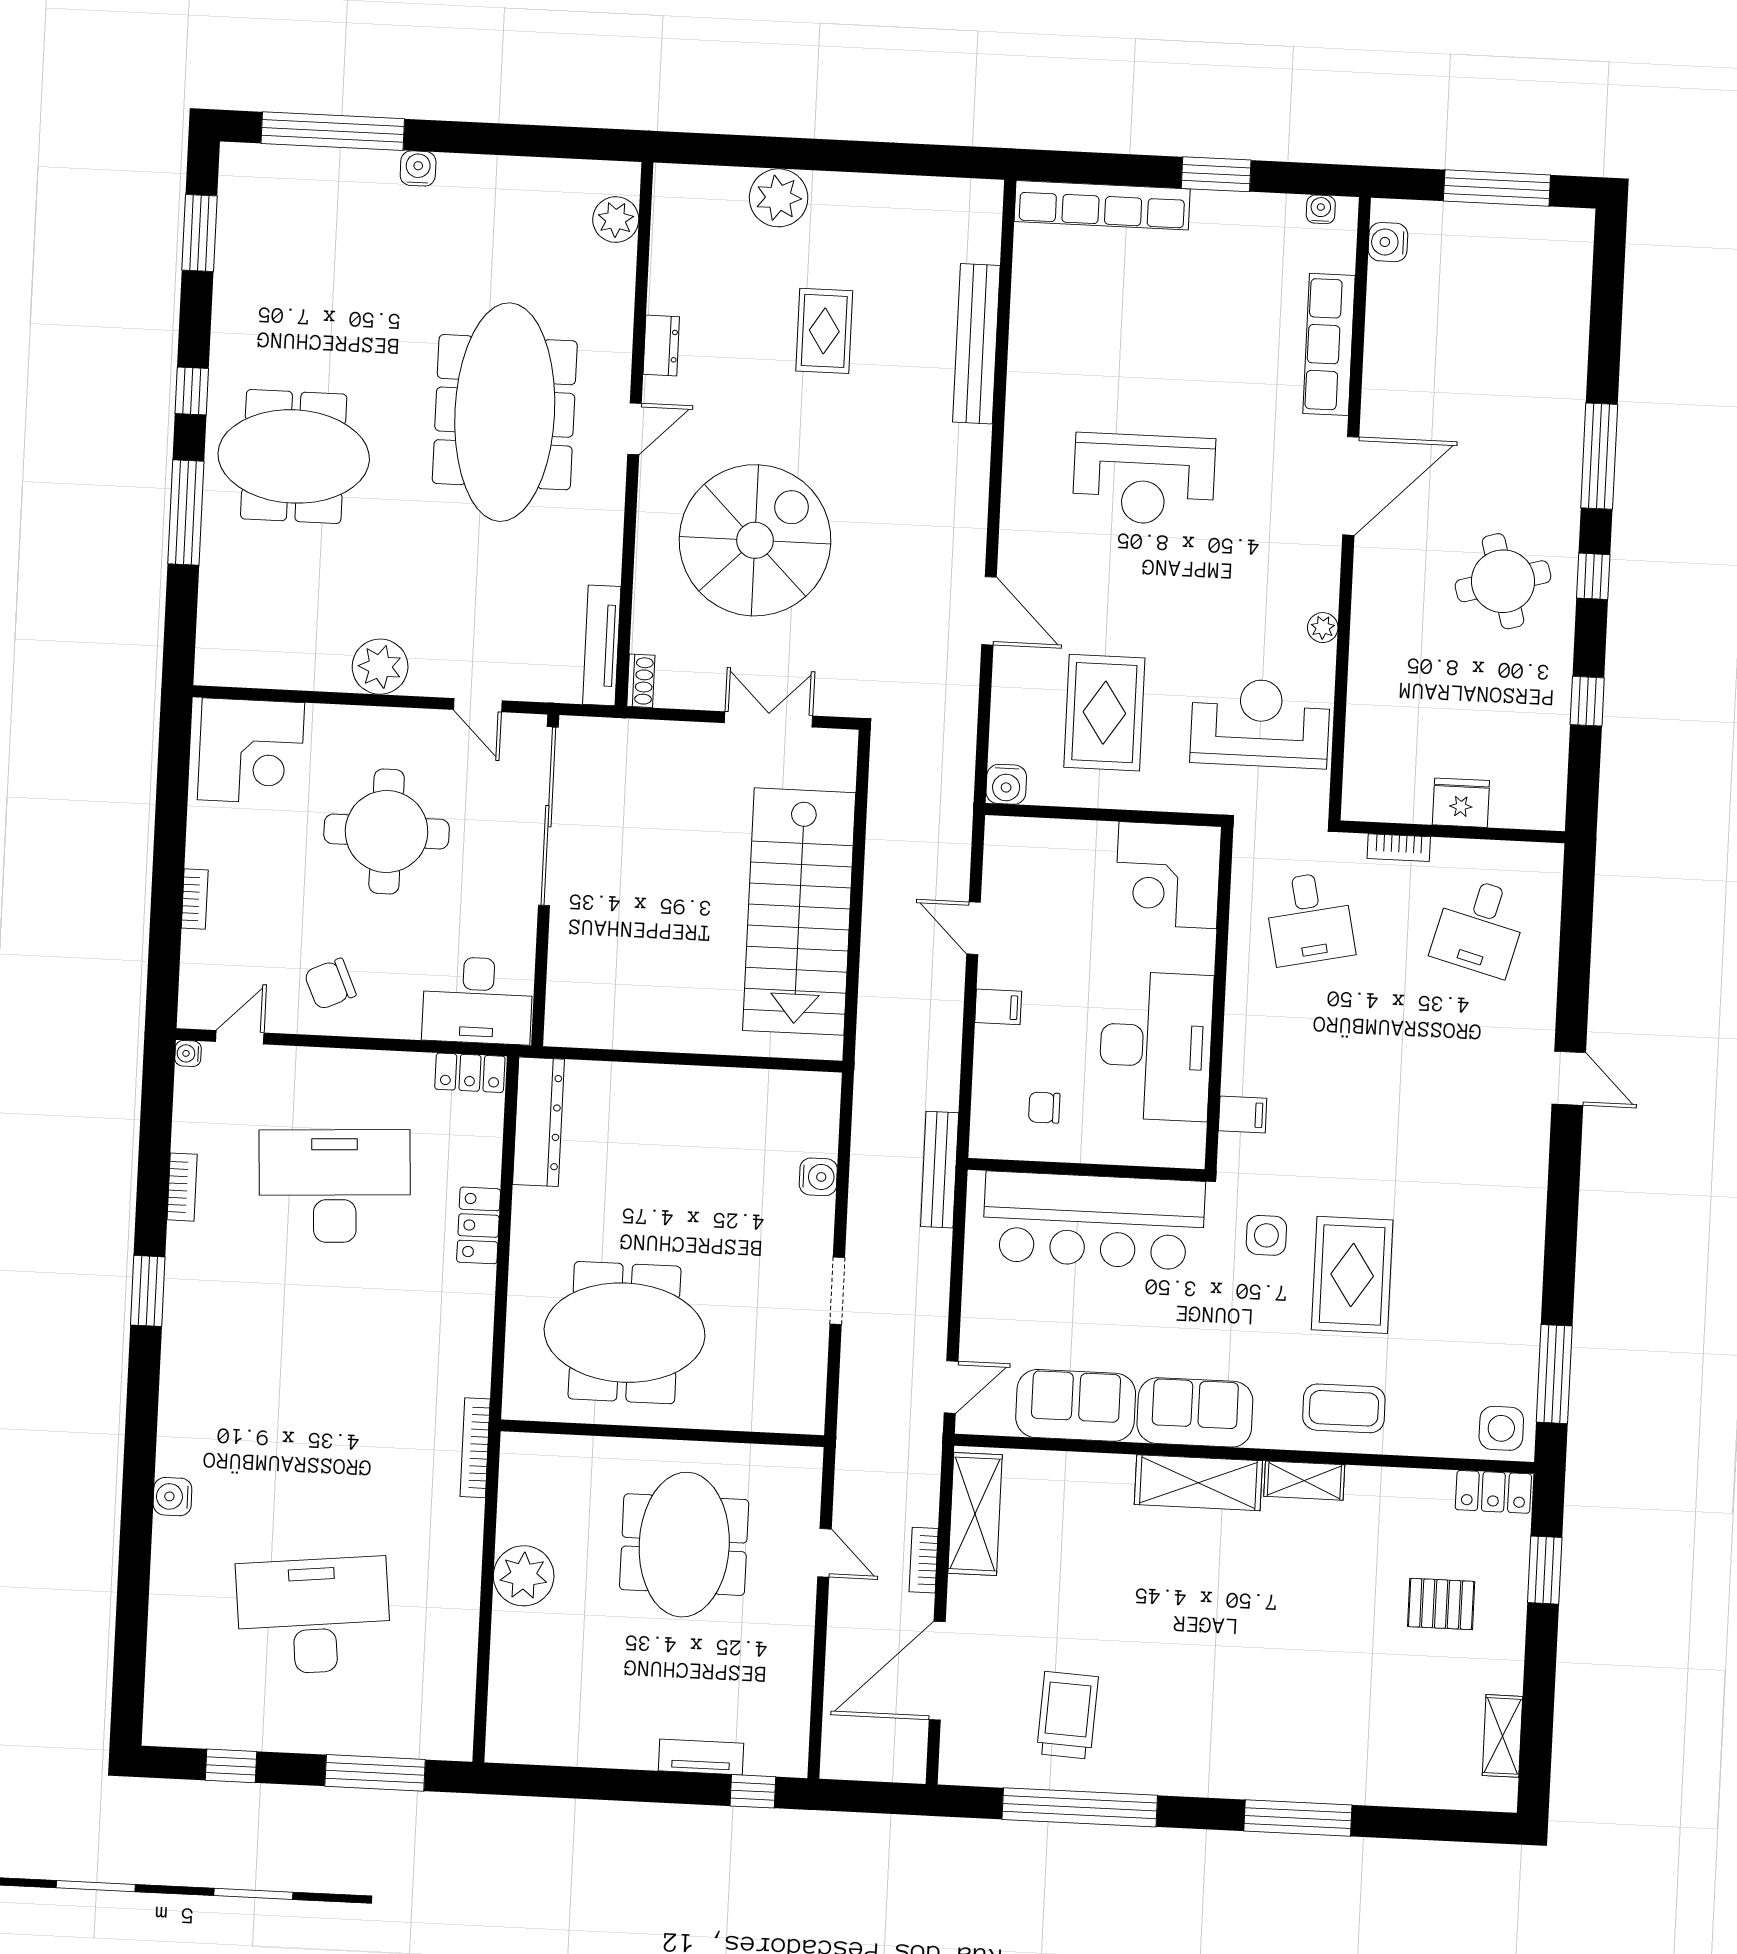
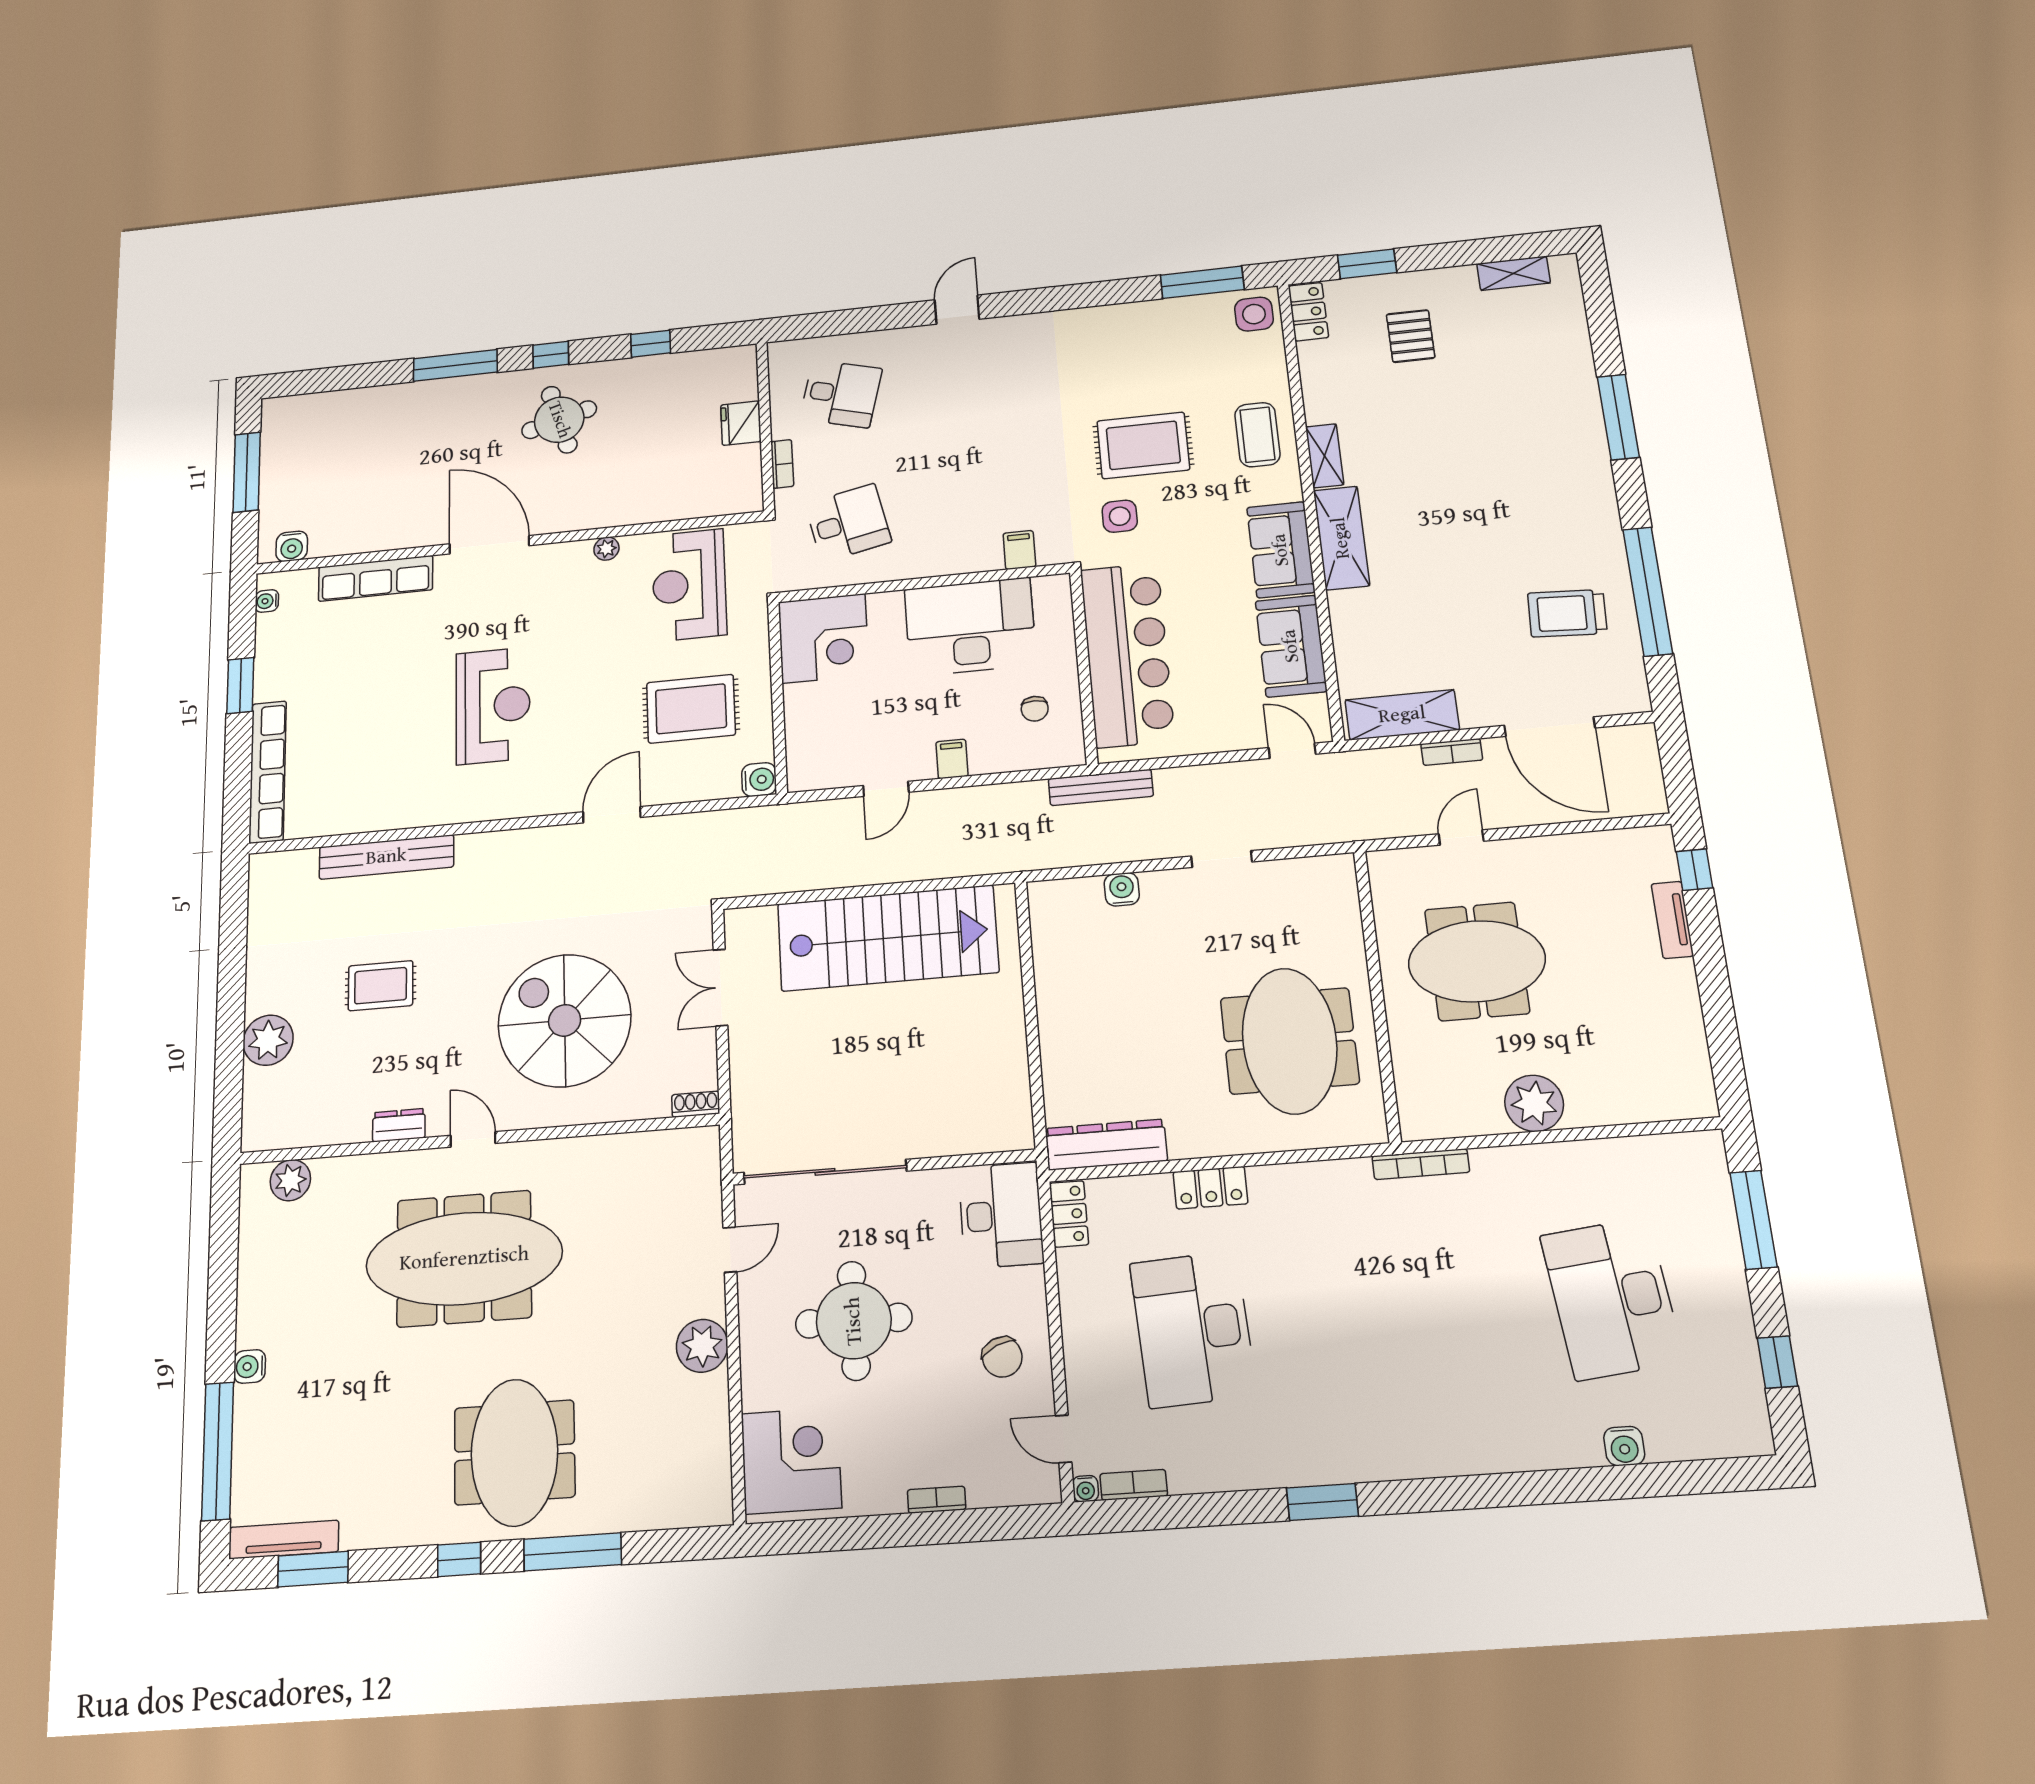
tv unit: (602, 645) -> (284, 1540), moved, turned 180
bookcase: (182, 1187) -> (1134, 1485), moved
water cooler: (172, 1497) -> (1624, 1446), moved

